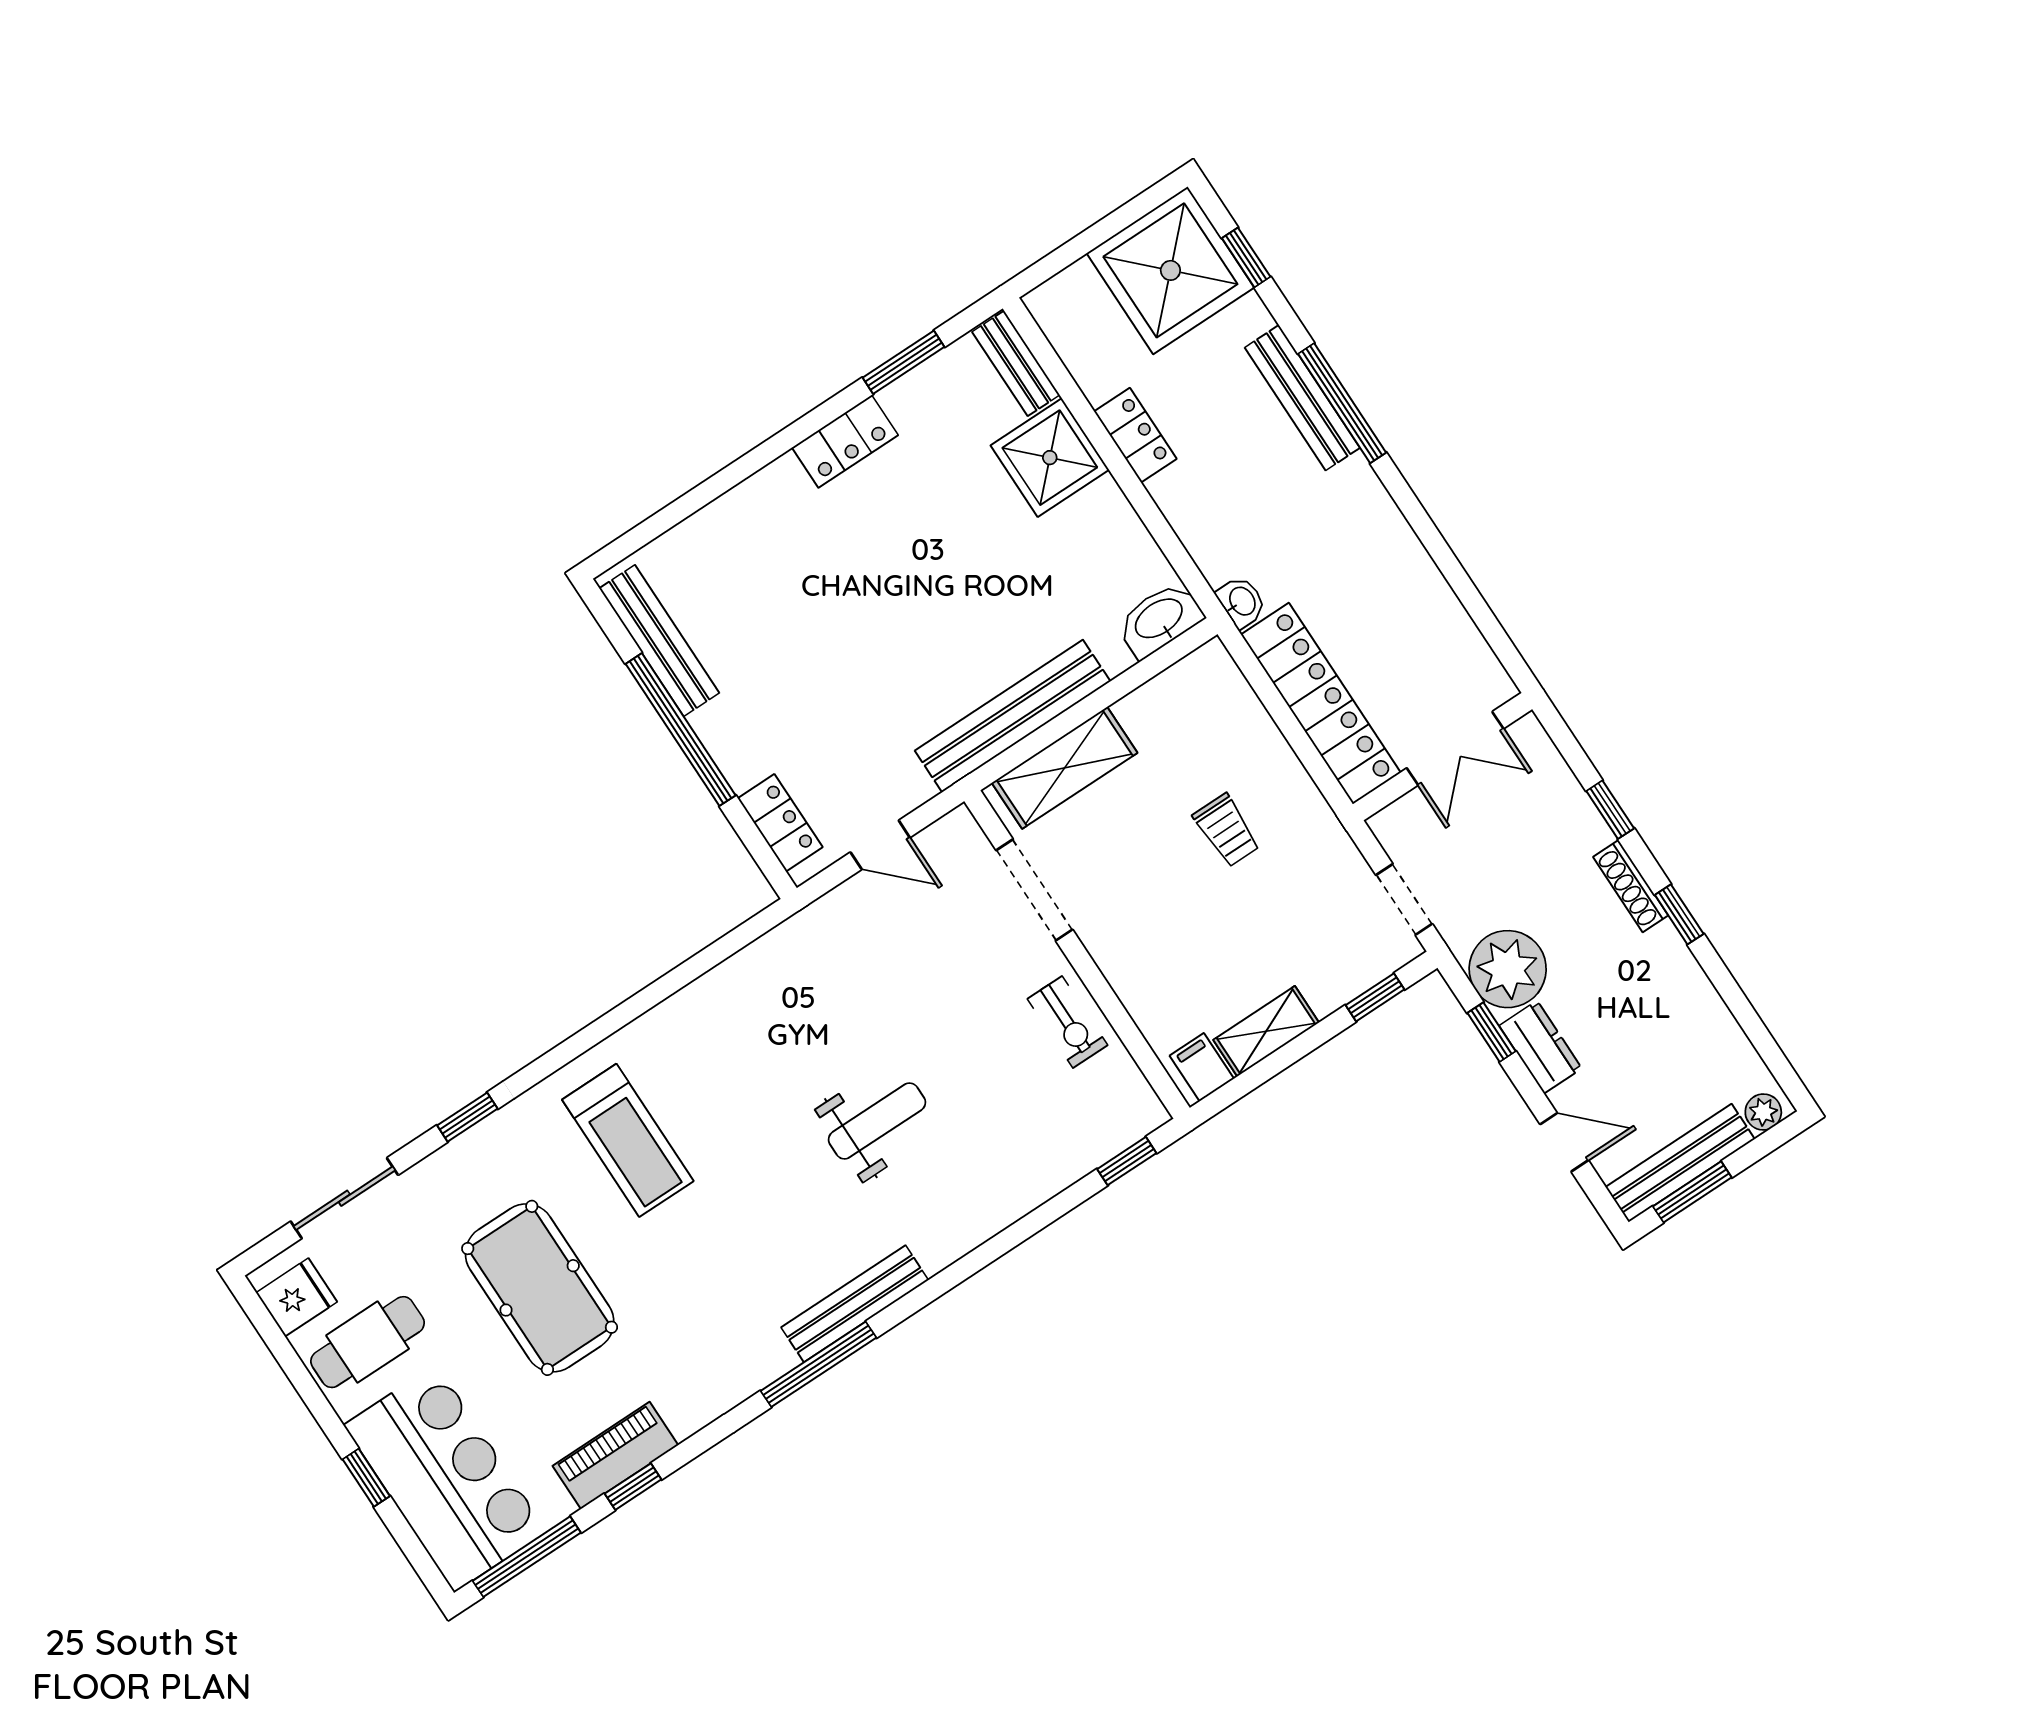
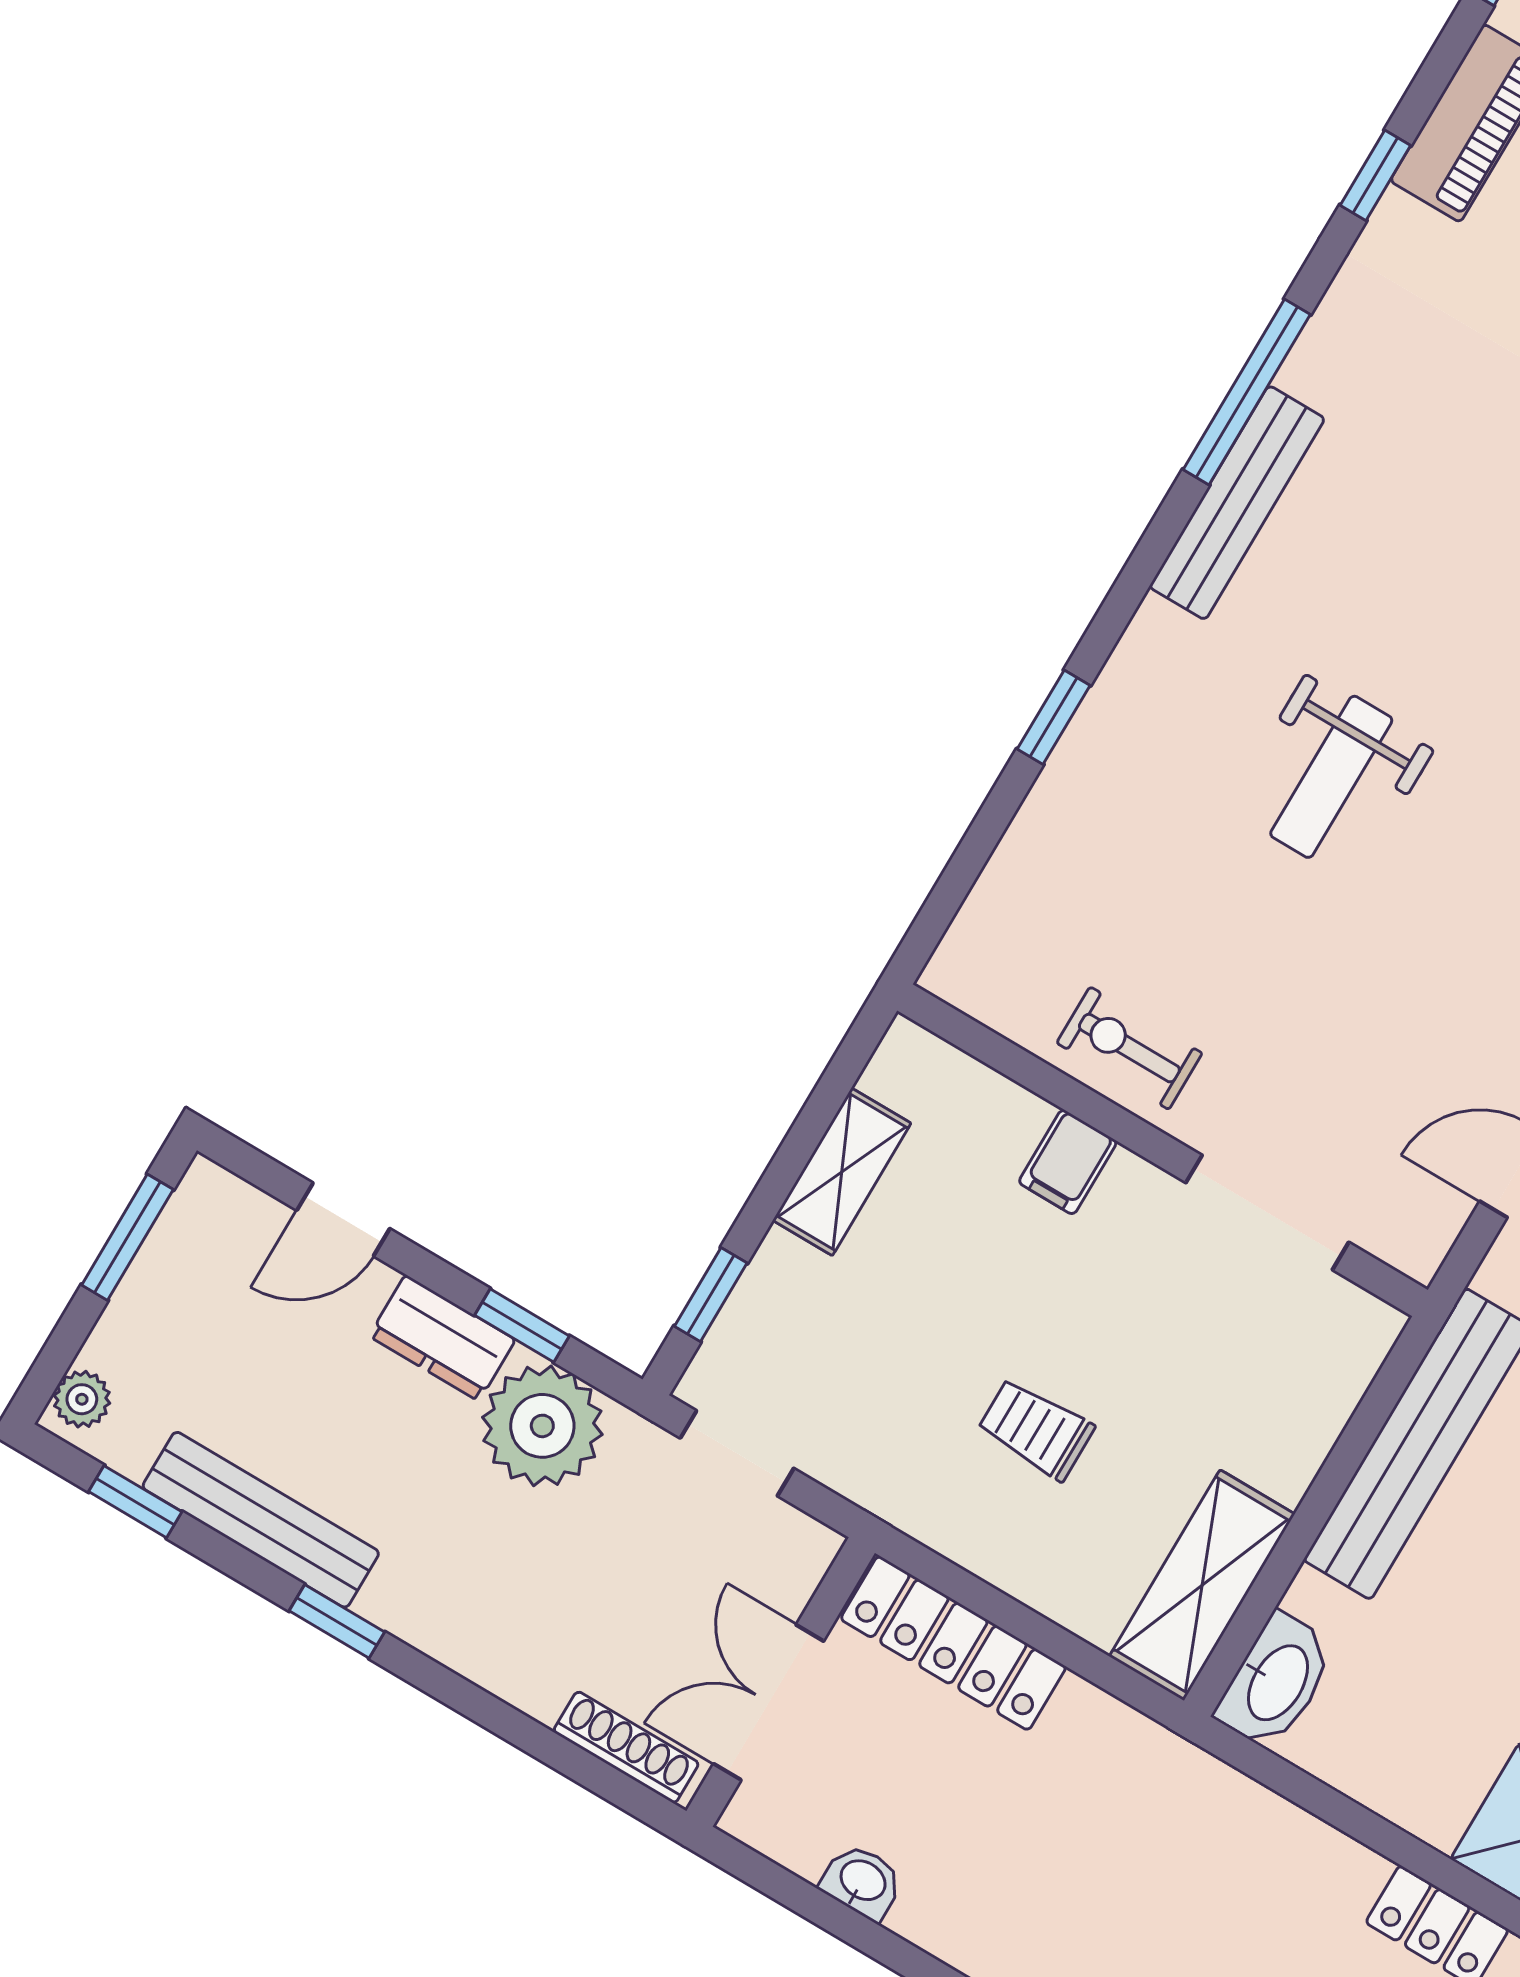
washbasin: (1242, 602) -> (862, 1882), moved, turned 180
locker: (1321, 703) -> (953, 1643), width x0.71, depth x0.83
shelving: (1065, 768) -> (1202, 1585), moved
window: (1610, 810) -> (135, 1502), moved
shoe rack: (1631, 886) -> (626, 1747), moved
filing cabinet: (1202, 1067) -> (1068, 1162), moved, turned 90
window: (1127, 1161) -> (1054, 717), moved
bench: (1680, 1163) -> (261, 1520), moved, turned 90
window: (633, 1487) -> (1375, 175), moved

